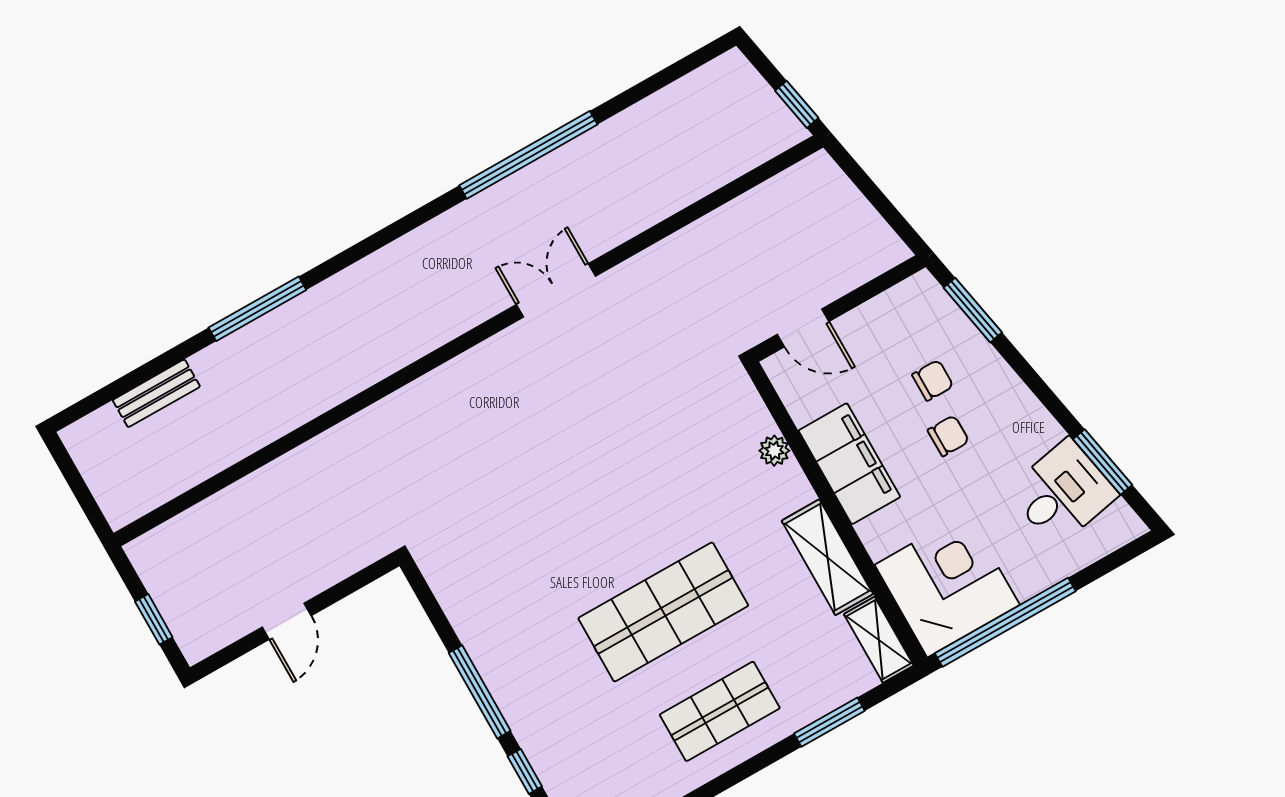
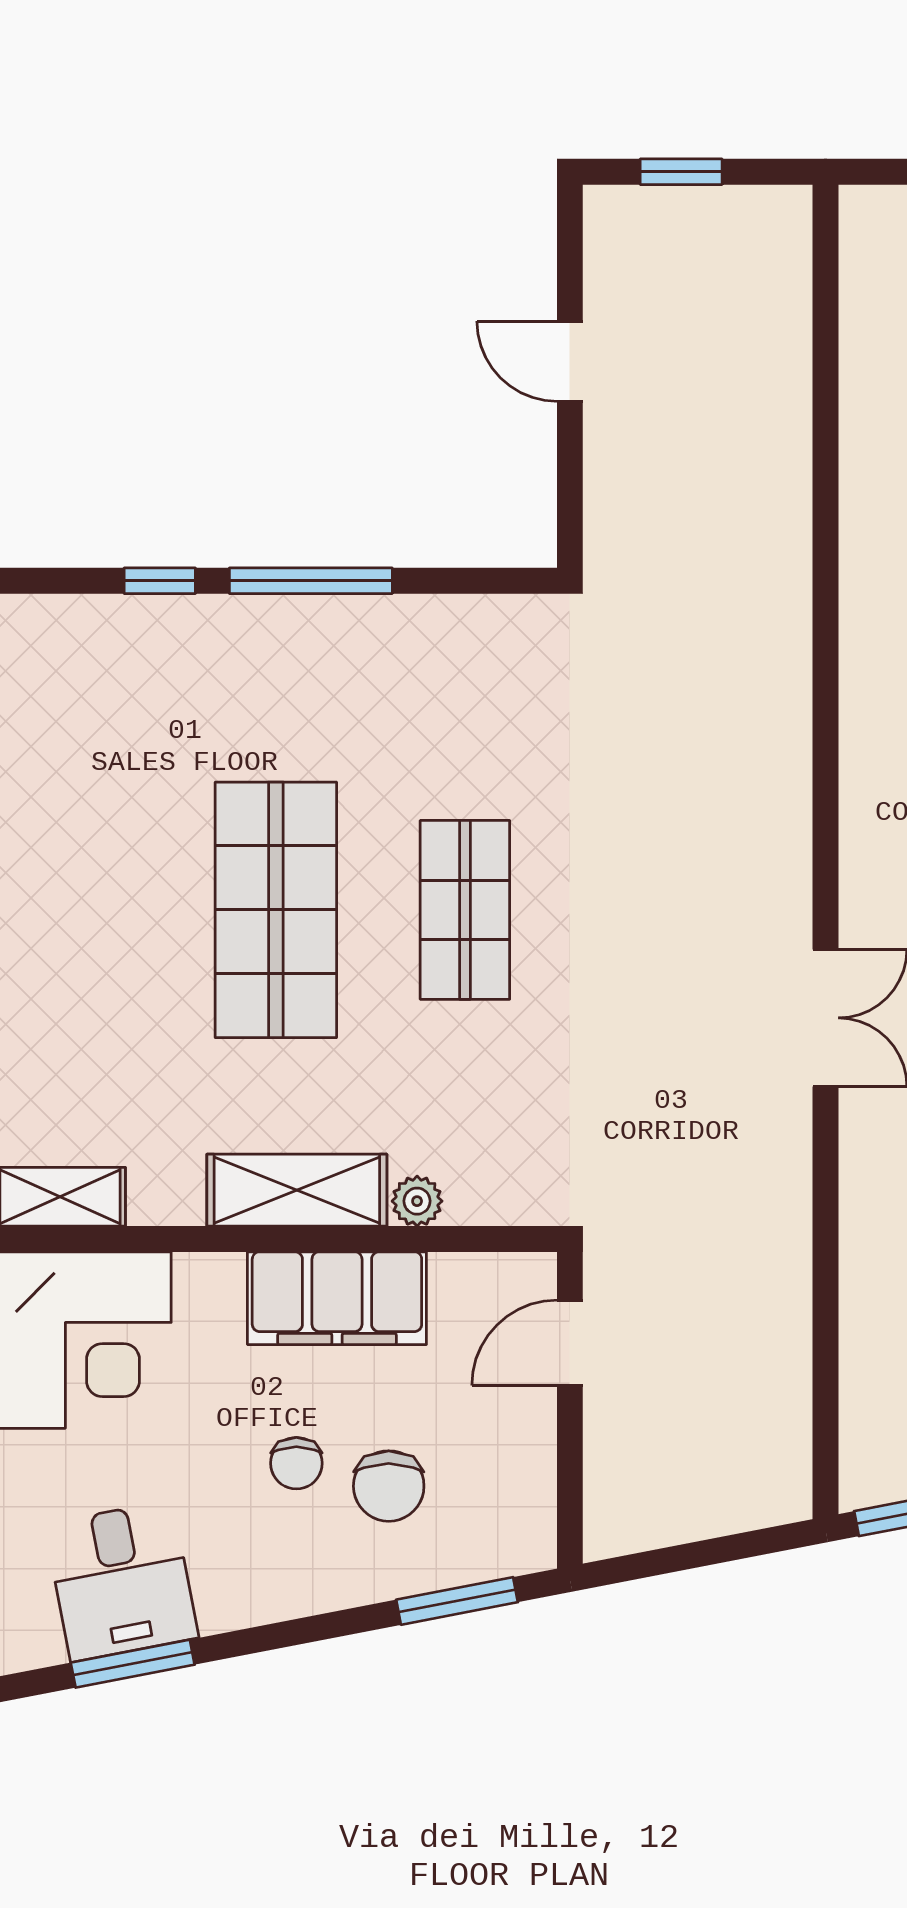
chair: (933, 380) -> (389, 1486), width x1.37, depth x1.37
shelving: (827, 557) -> (297, 1190), moved
shop shelf: (720, 711) -> (465, 910), moved

